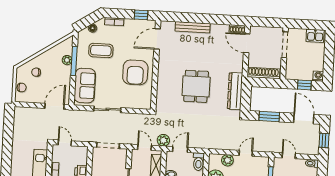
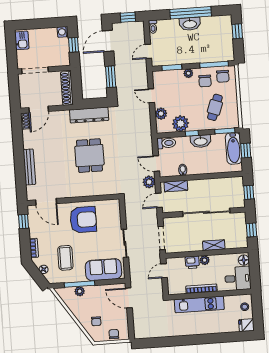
dining table: (196, 86) -> (89, 156), turned 90
door: (65, 143) -> (164, 271), moved

